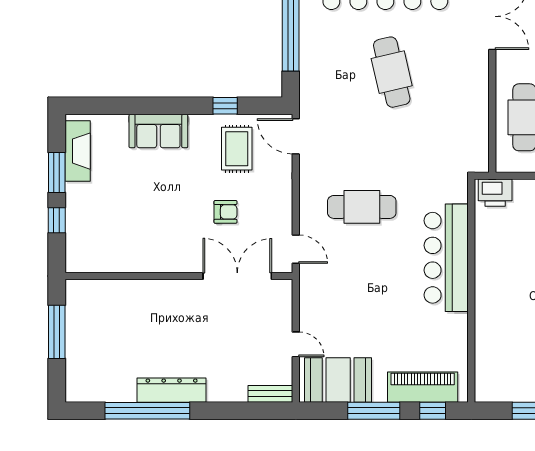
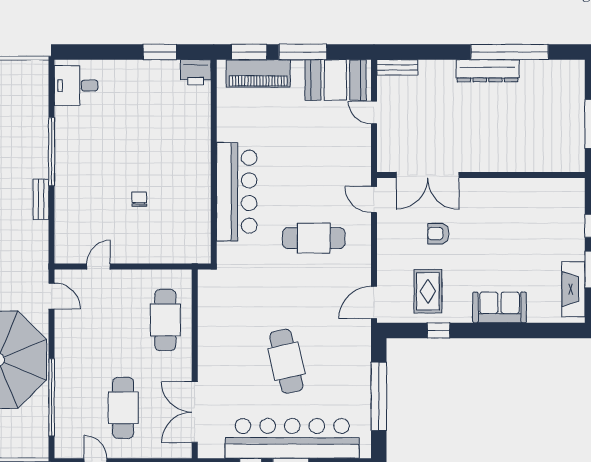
door: (296, 136) -> (374, 303), swing flipped
printer: (495, 193) -> (196, 72), moved, turned 180
window: (433, 411) -> (249, 52), width x1.50

